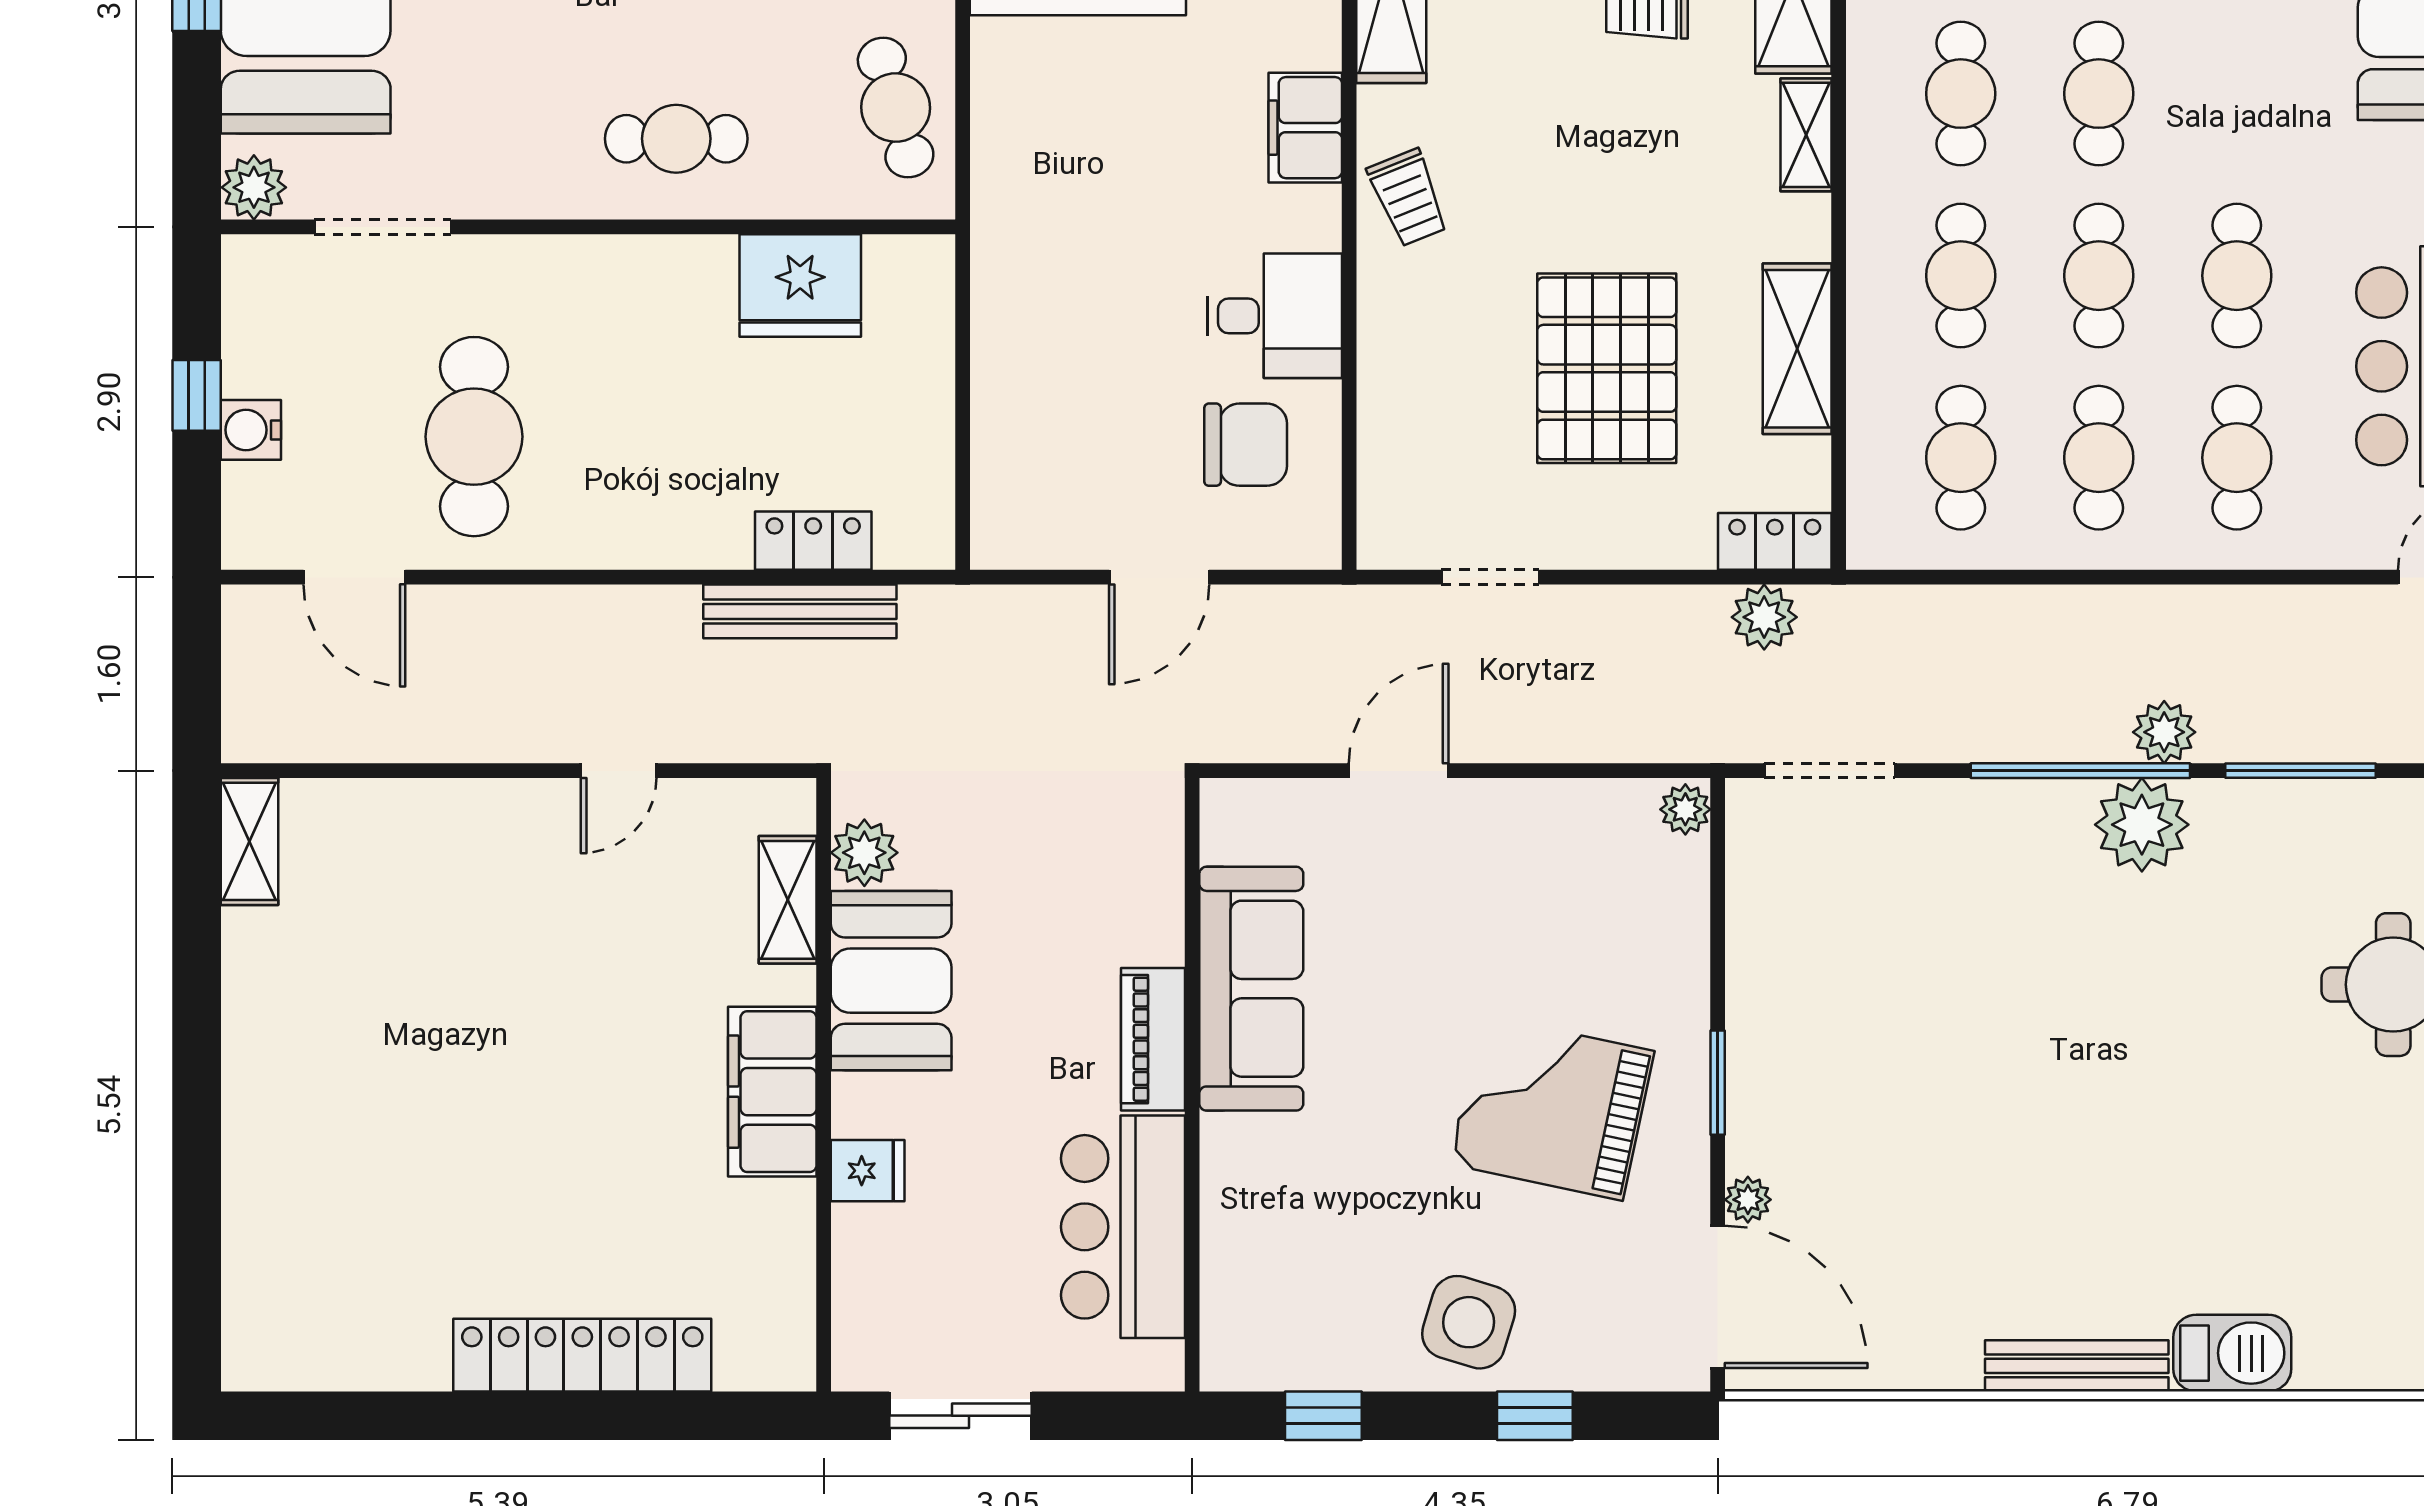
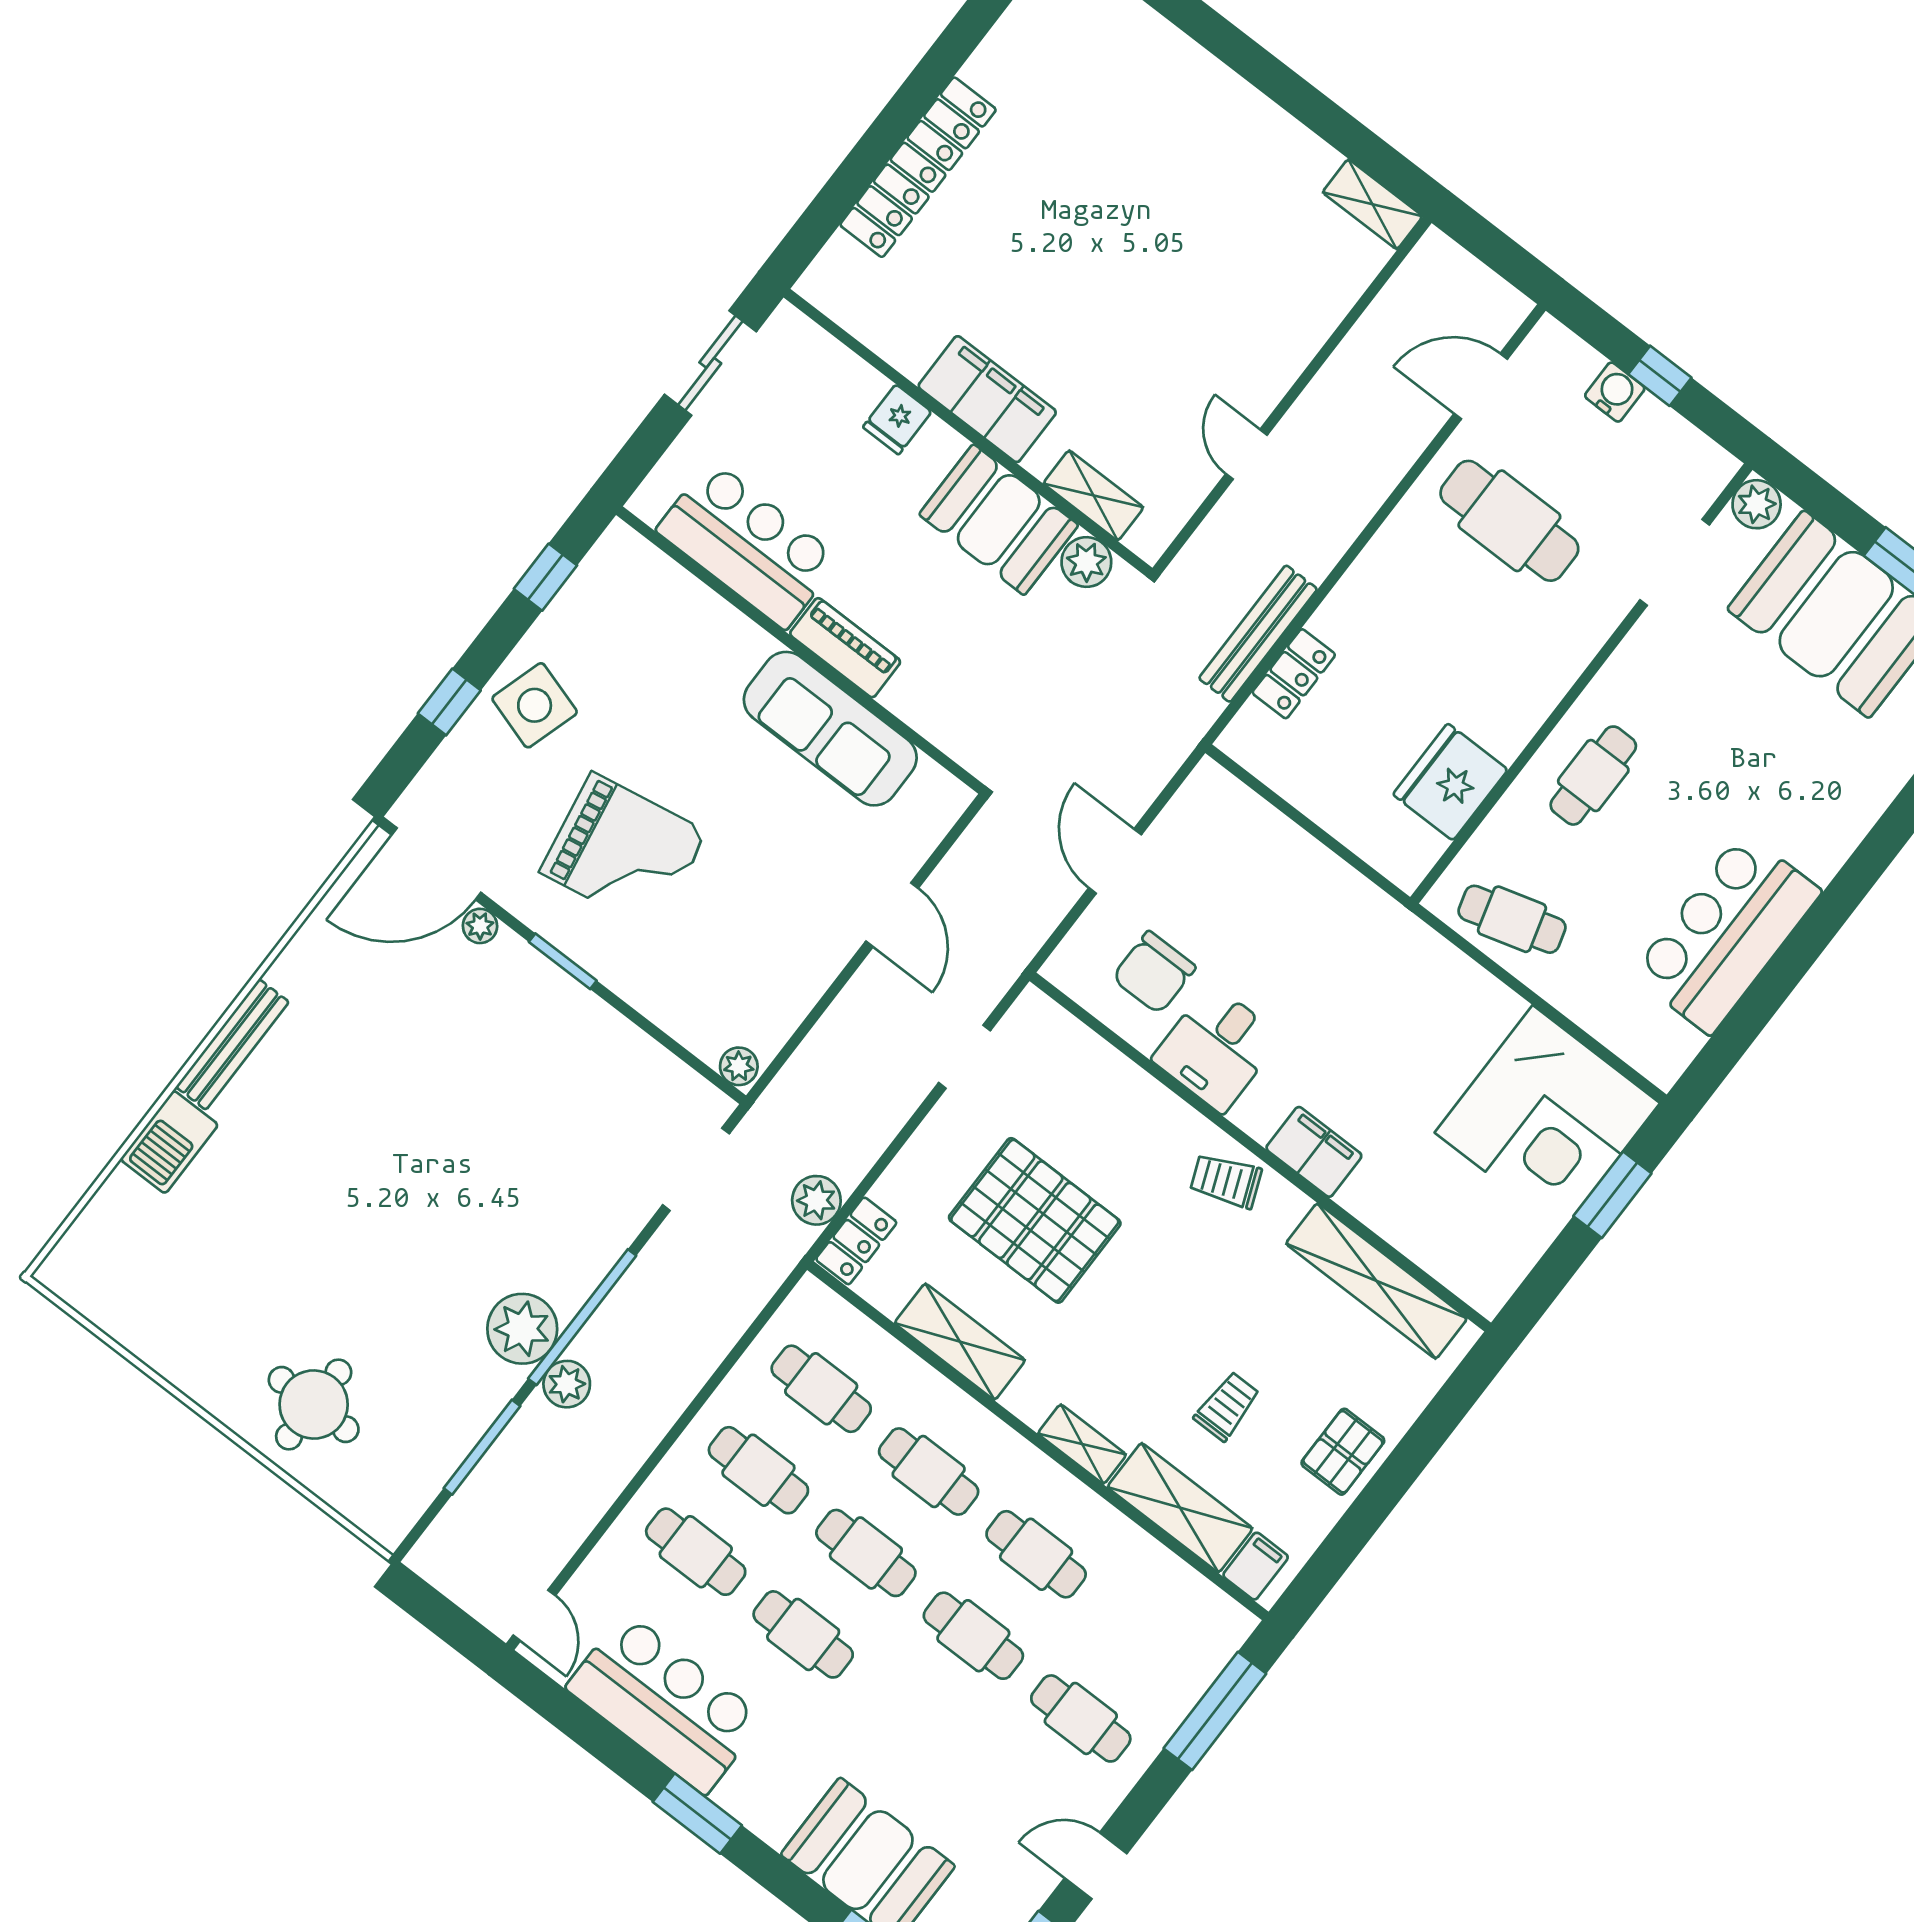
grand piano: (1552, 1107) -> (623, 852), turned 68

